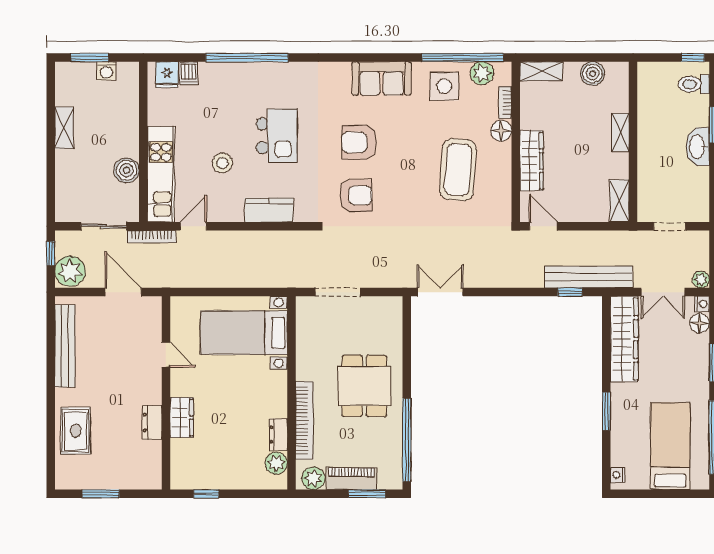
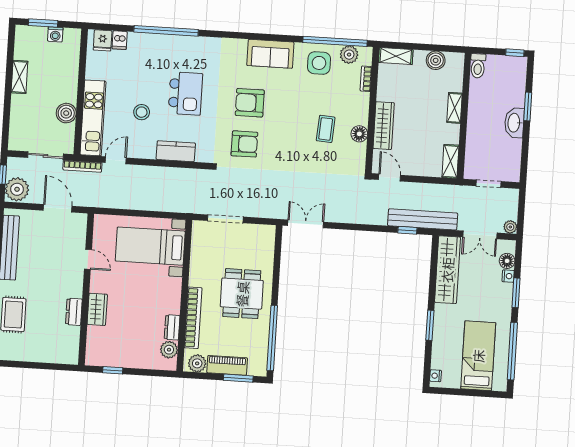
toilet: (694, 84) -> (478, 66), moved, turned -90
floor lamp: (501, 131) -> (359, 134), moved
coffee table: (458, 170) -> (326, 129), width x0.54, depth x0.58
nightstand: (702, 304) -> (508, 276), moved
window: (101, 494) -> (30, 365), removed

